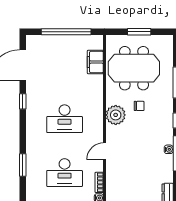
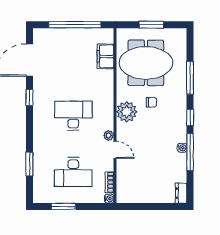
desk: (65, 119) -> (73, 116), turned 180
plant: (98, 138) -> (109, 135), added
door: (105, 151) -> (115, 150), swing flipped

